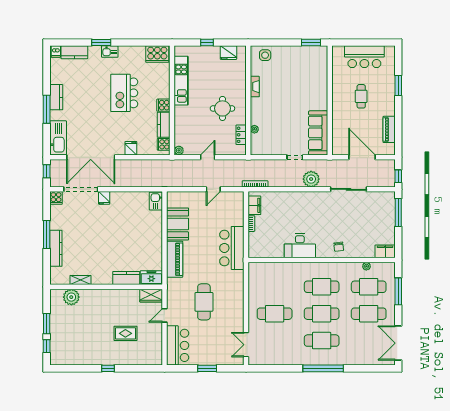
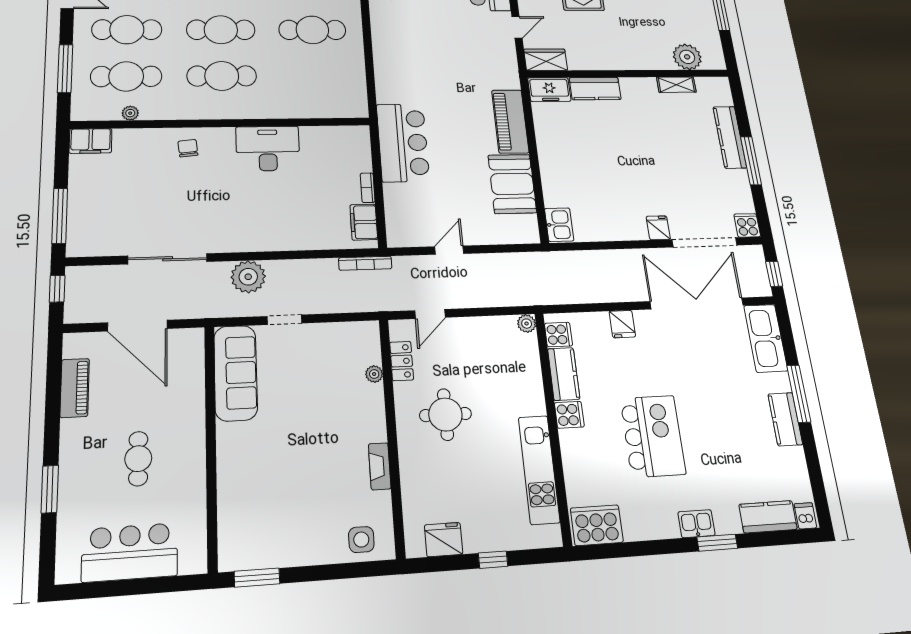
door: (208, 157) -> (430, 314), moved
cafe table: (204, 302) -> (447, 49), removed

